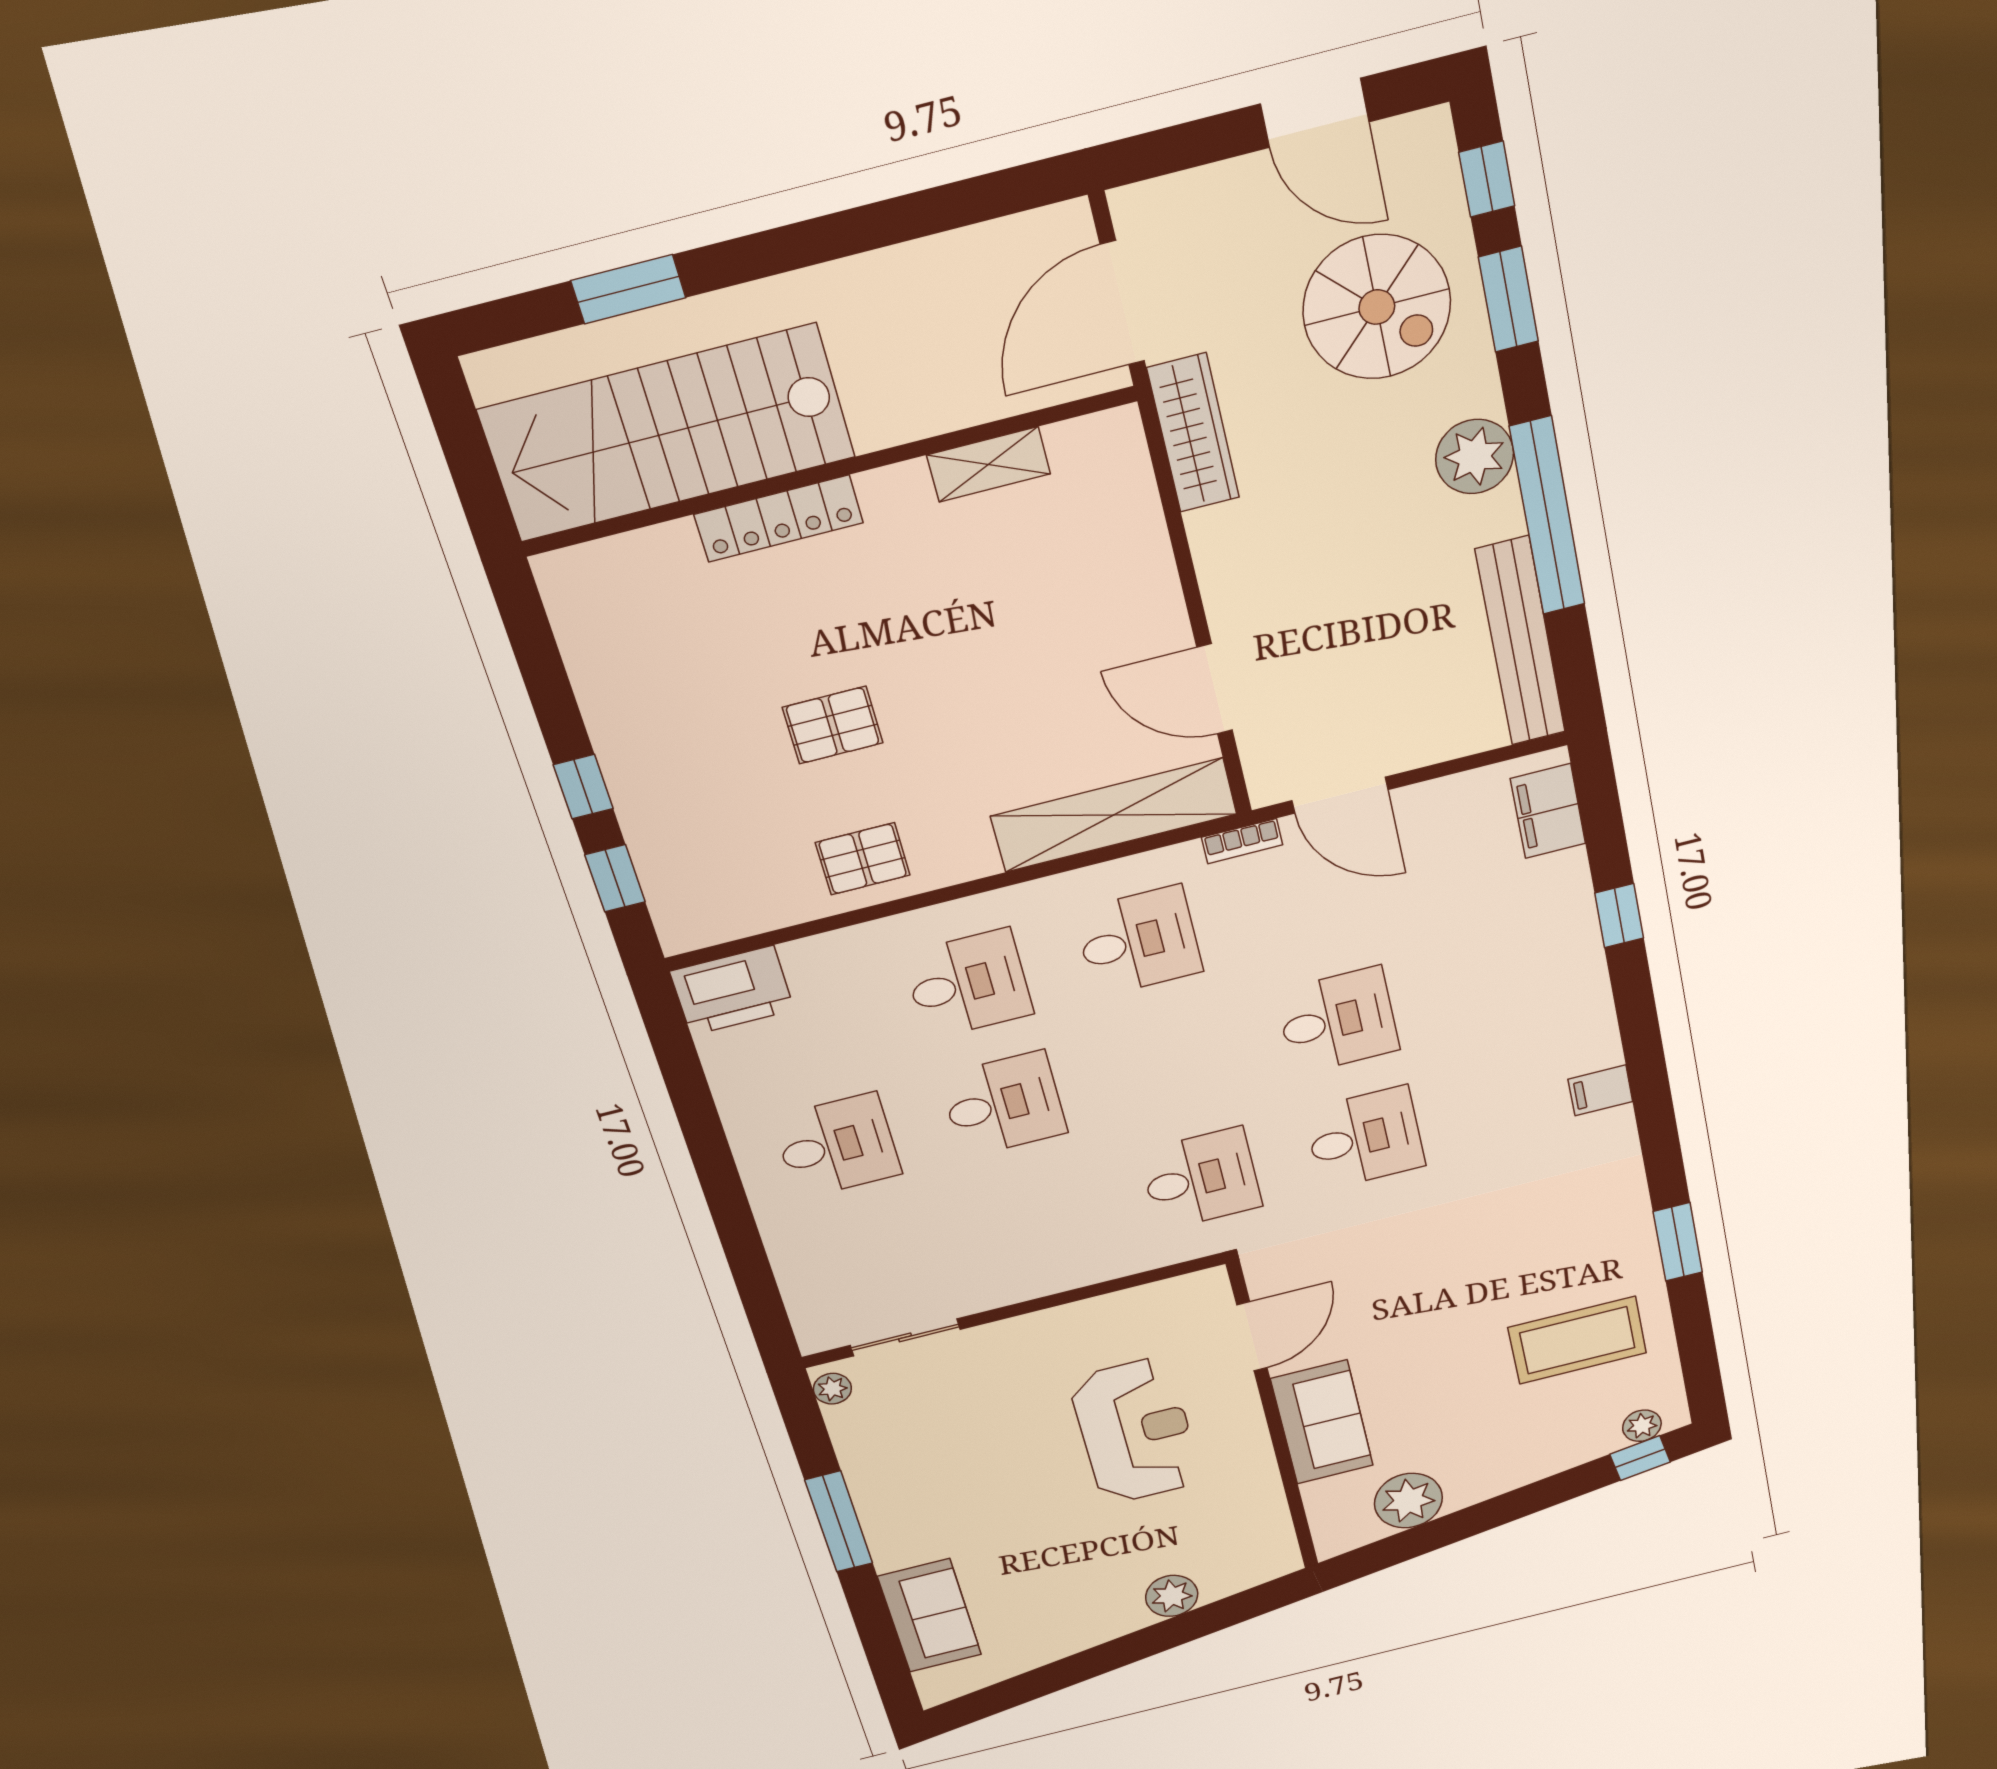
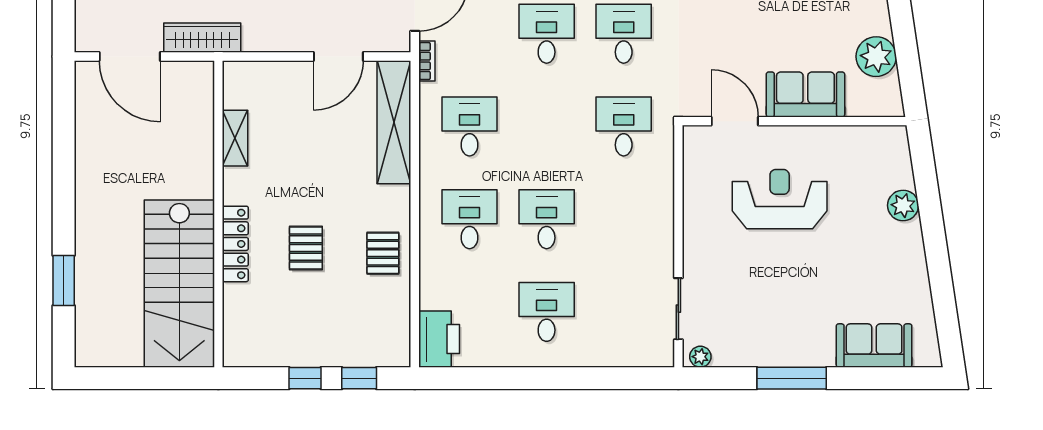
stairs: (667, 433) -> (179, 284), moved
shelving: (989, 464) -> (235, 138), moved
wall: (829, 472) -> (218, 214), moved
locker: (779, 519) -> (235, 244), moved

